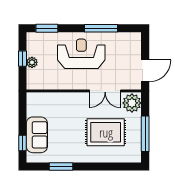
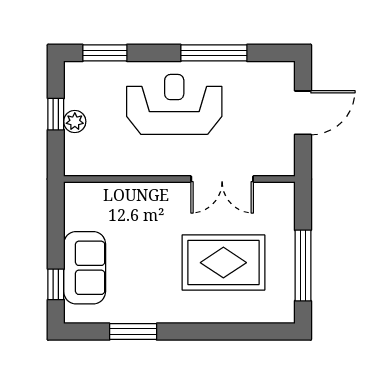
door: (145, 71) -> (303, 113), moved
plant: (132, 103) -> (276, 204), removed

